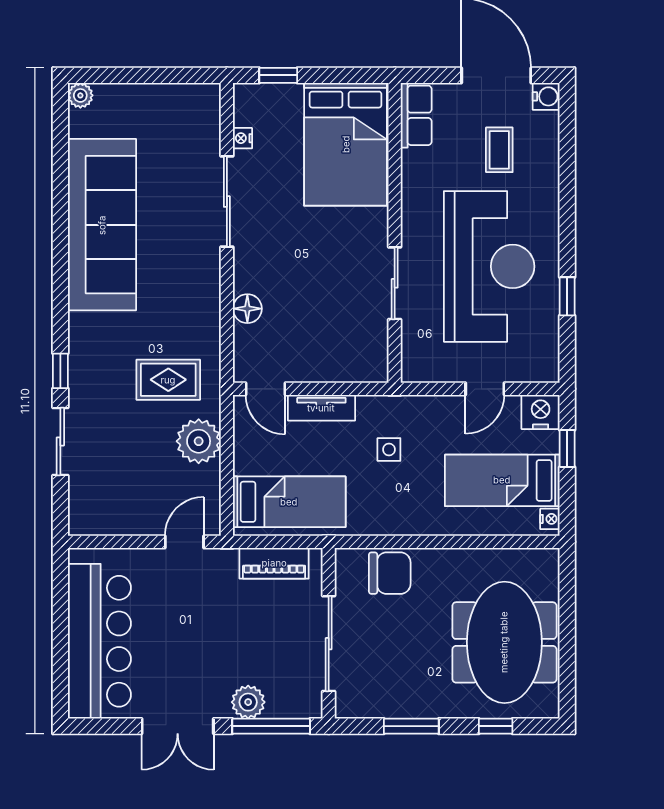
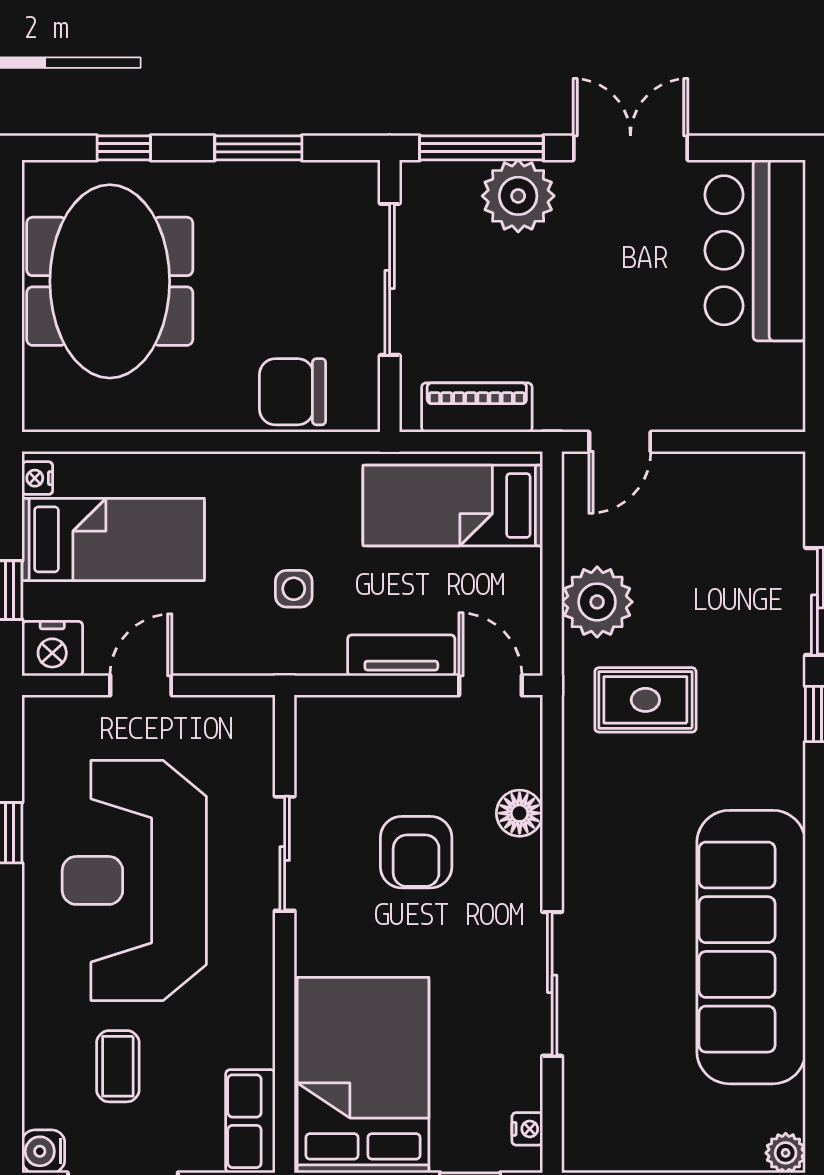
nightstand: (242, 138) -> (527, 1129), moved
armchair: (312, 284) -> (416, 852), added
bar counter: (99, 641) -> (755, 250), width x0.73
plant: (248, 702) -> (518, 196), width x1.36, depth x1.36

